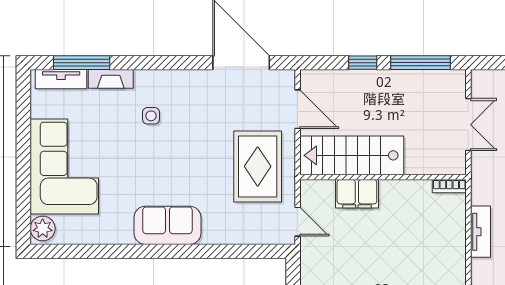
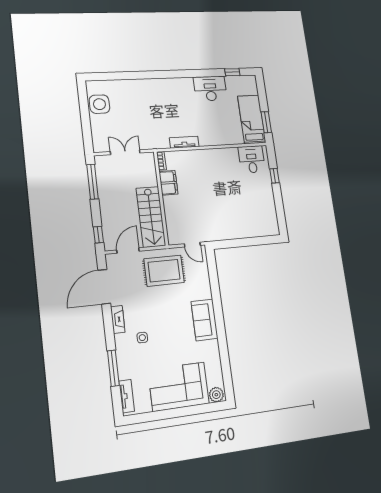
window: (82, 63) -> (113, 368), moved
window: (363, 63) -> (98, 235), moved
fireplace: (111, 79) -> (118, 319), moved
filing cabinet: (357, 194) -> (168, 183), moved
door: (298, 222) -> (192, 245), swing flipped

